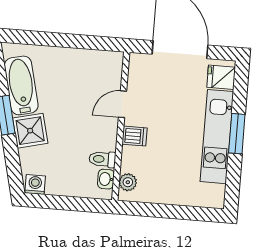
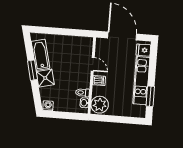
door: (122, 104) -> (93, 64), swing flipped
window: (237, 134) -> (150, 96), moved
plant: (128, 182) -> (100, 105), width x1.87, depth x1.87

